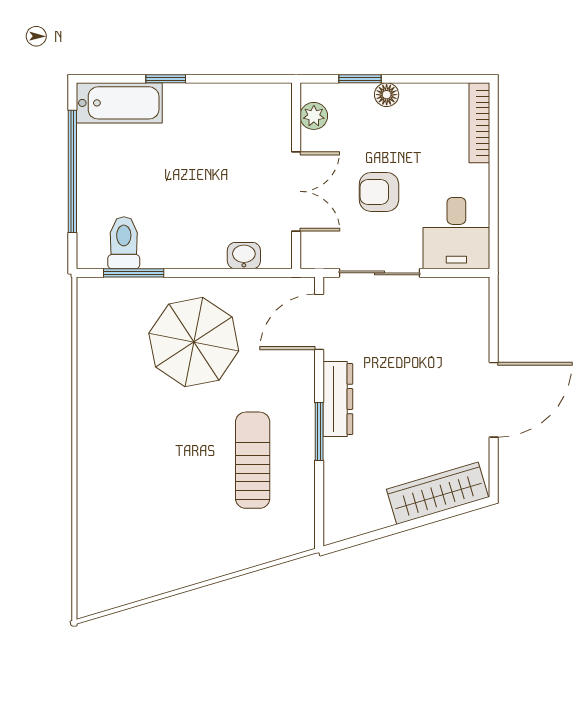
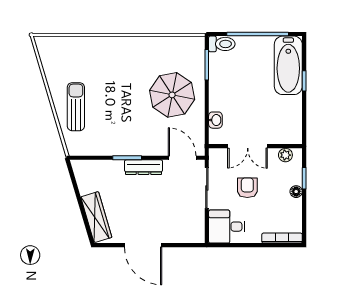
bathtub: (119, 103) -> (288, 65), width x1.36, depth x1.36
toilet: (124, 243) -> (222, 44), moved
sun lounger: (253, 460) -> (76, 107), moved, turned -90

